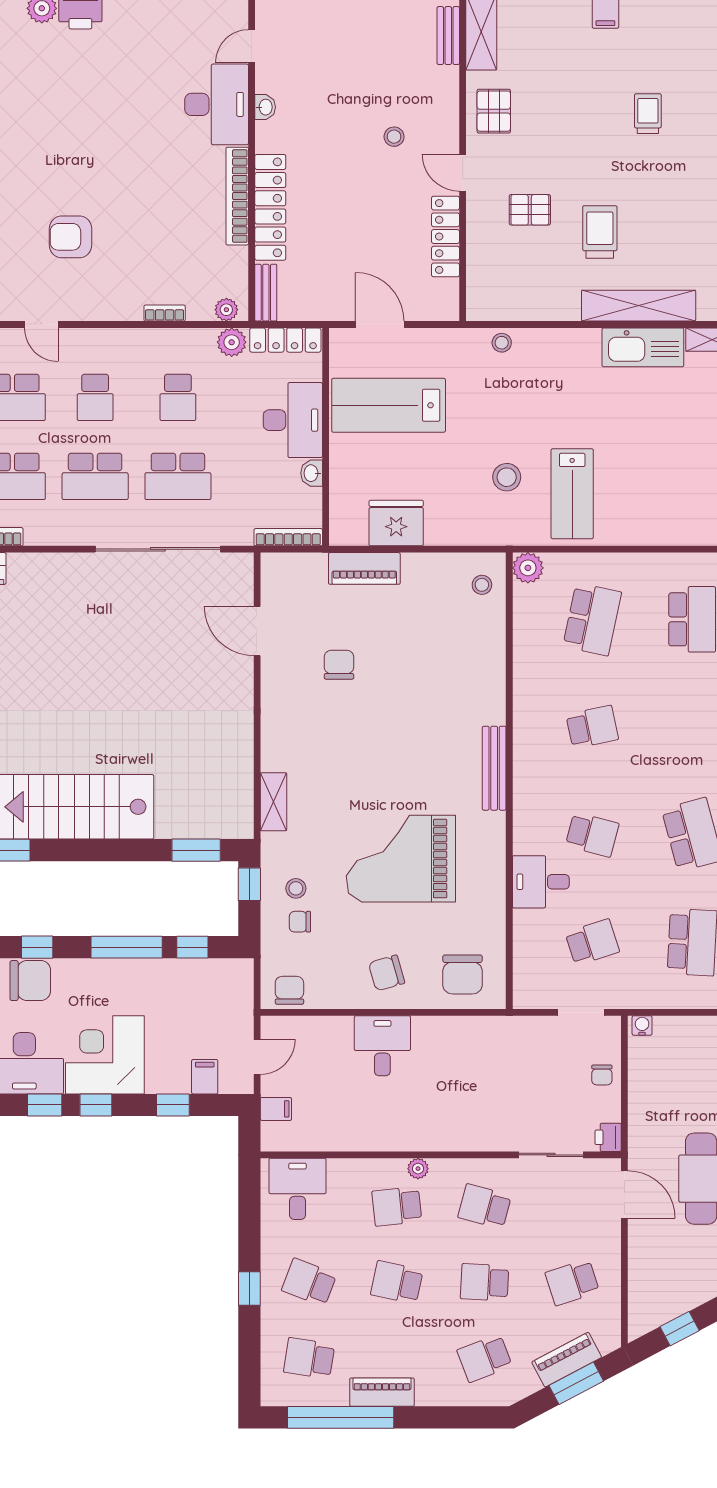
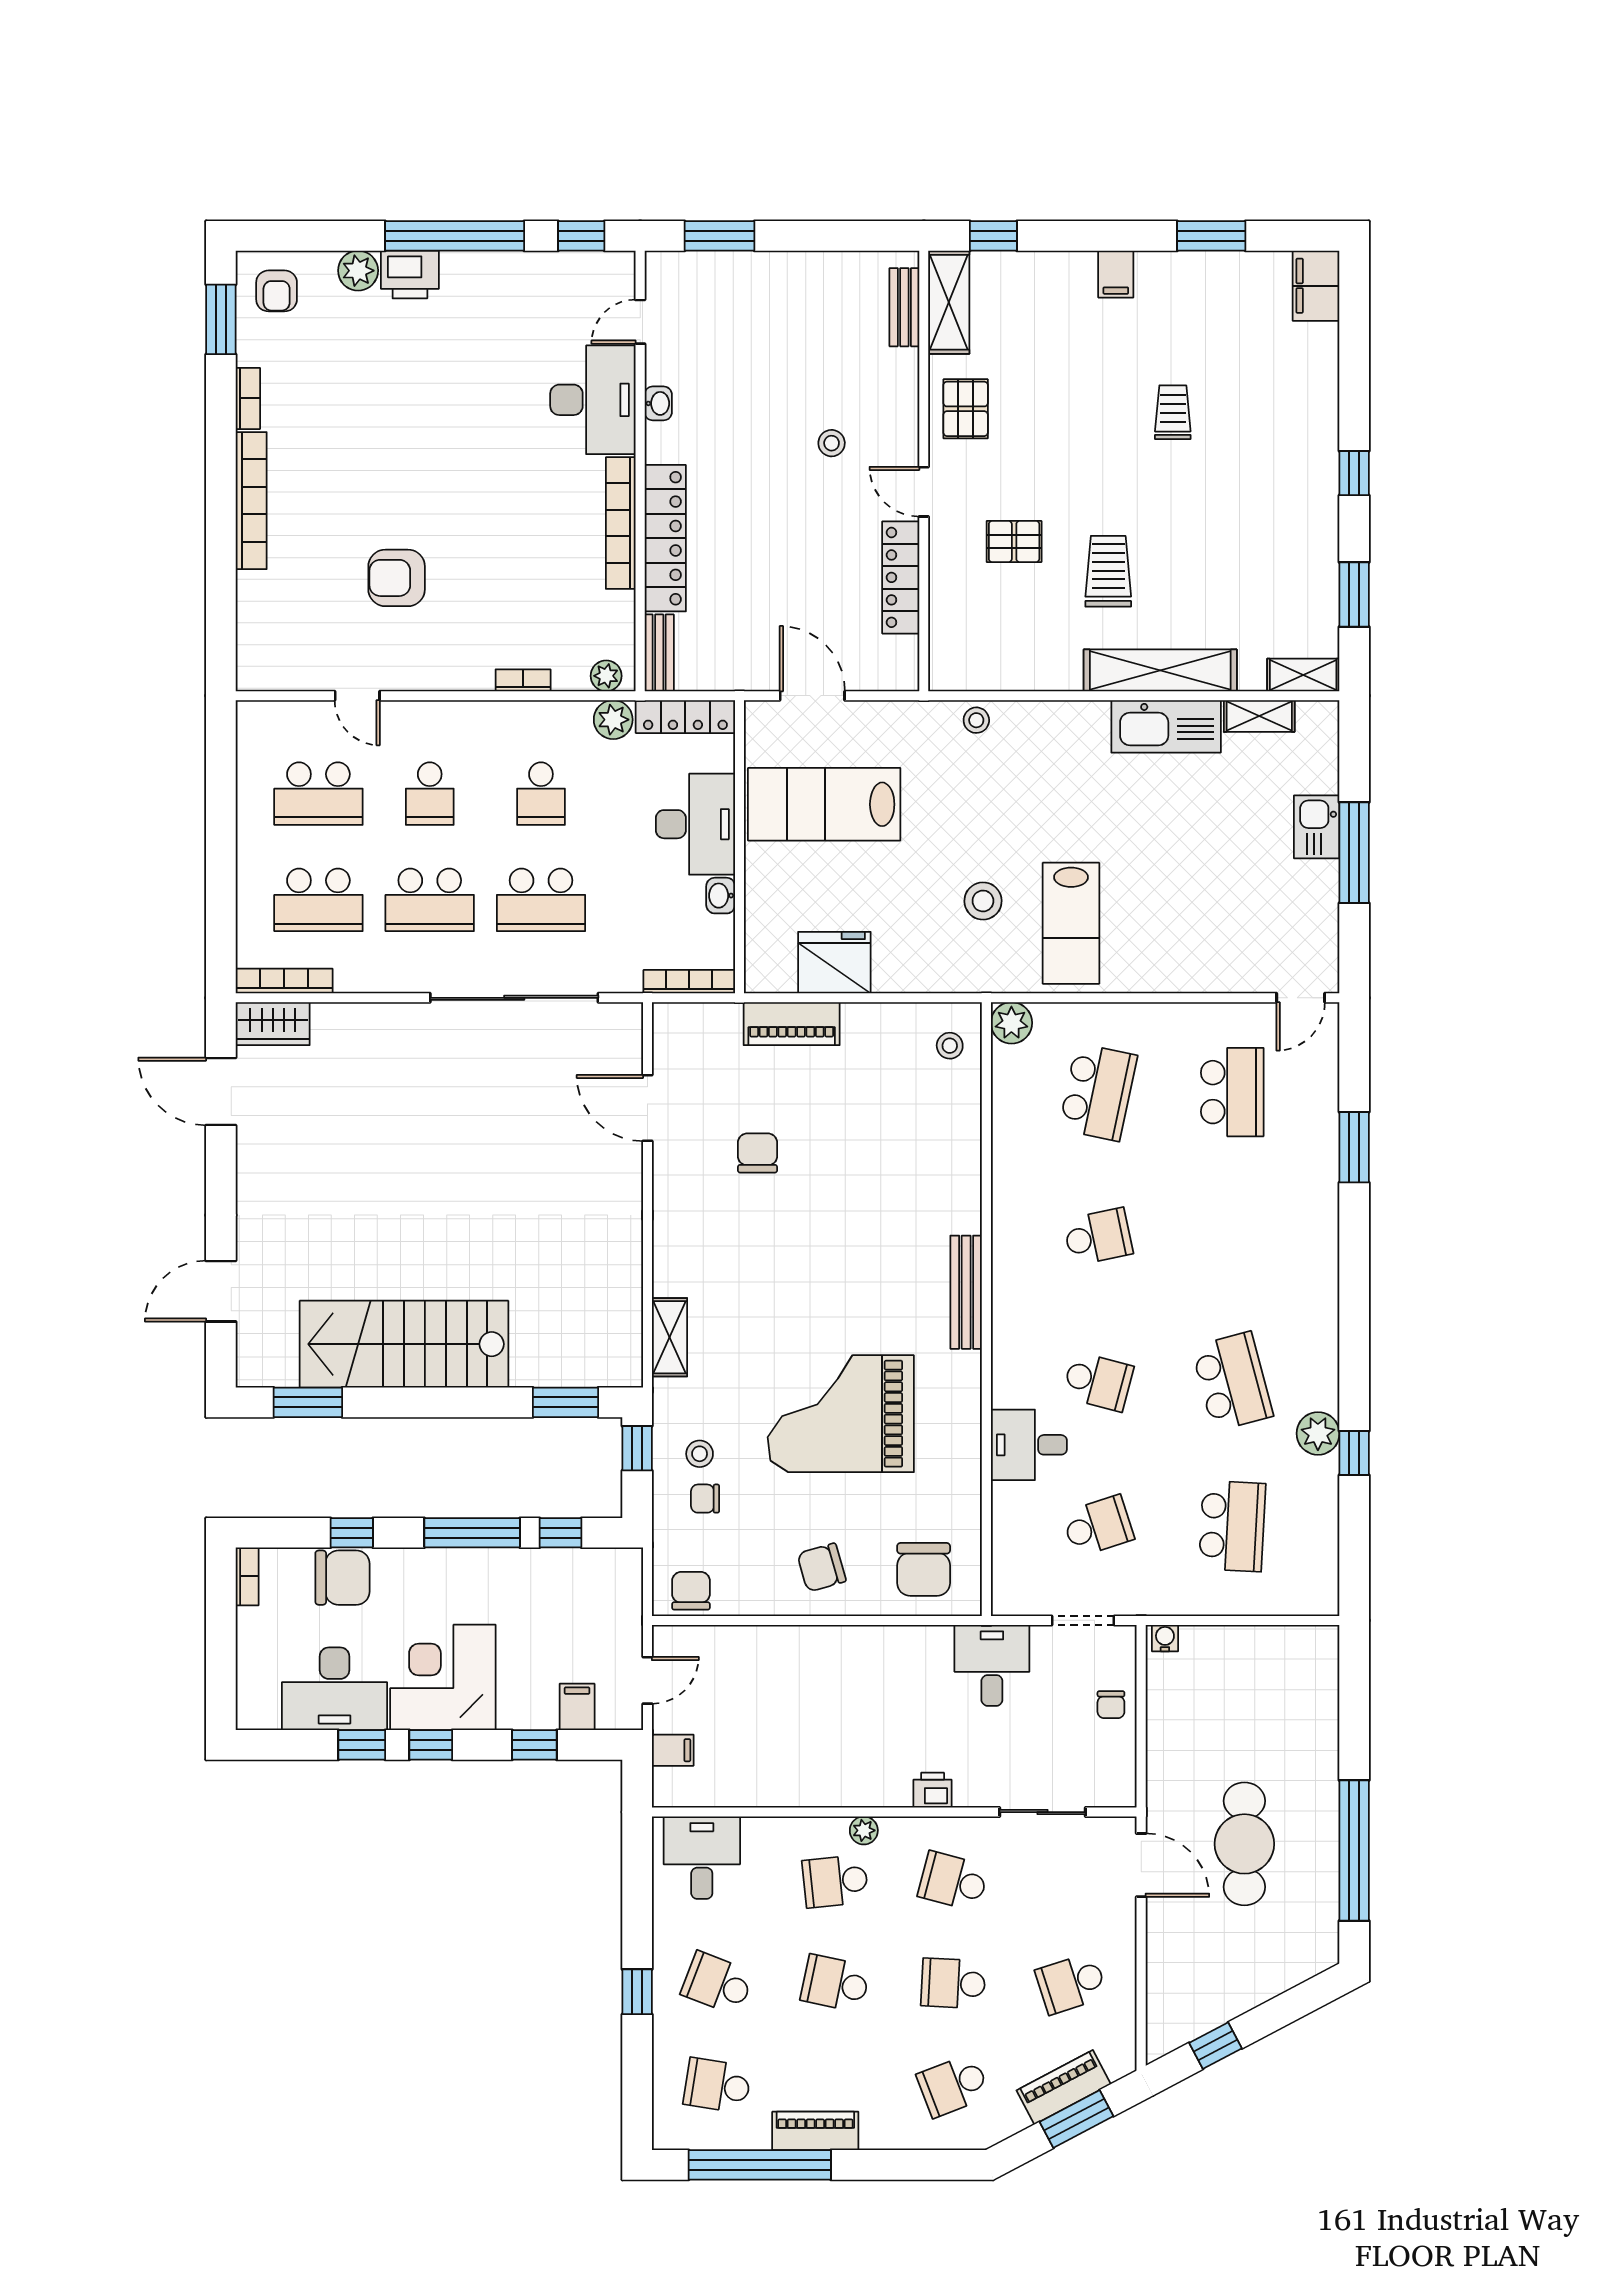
desk: (382, 1046) -> (992, 1665), moved
printer: (608, 1137) -> (933, 1790), moved, turned 90

